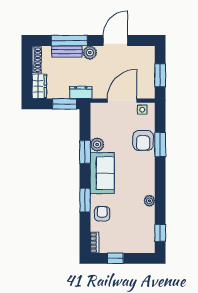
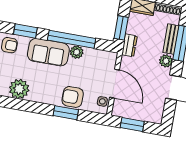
window: (85, 152) -> (72, 39), width x2.11
plant: (149, 201) -> (19, 89), width x1.88, depth x1.88

